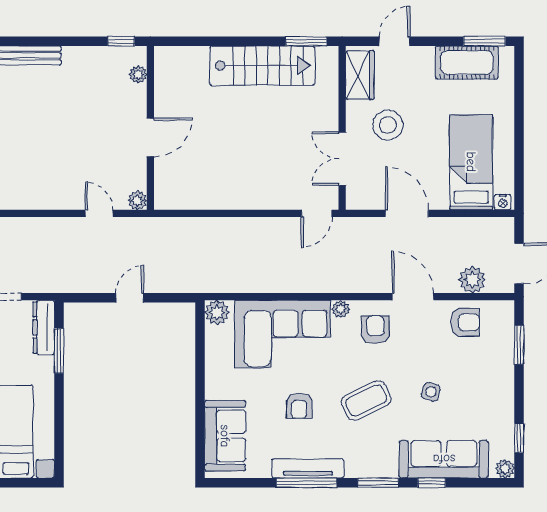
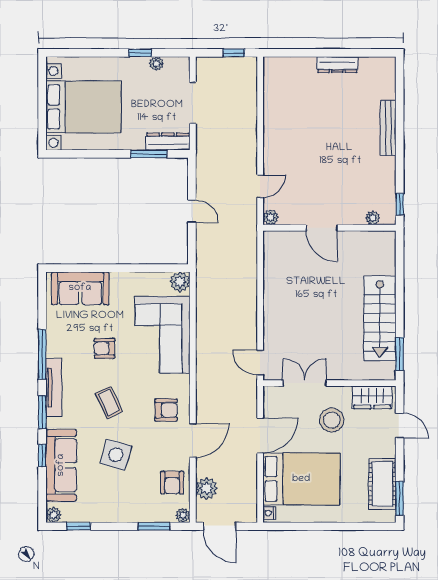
bed: (471, 162) -> (301, 479), width x1.50
plant: (341, 309) -> (183, 515), moved
side table: (431, 392) -> (116, 455), width x1.87, depth x1.87
coffee table: (366, 400) -> (109, 402), width x0.73, depth x0.77
tv unit: (308, 468) -> (54, 388), moved

